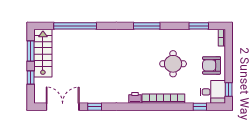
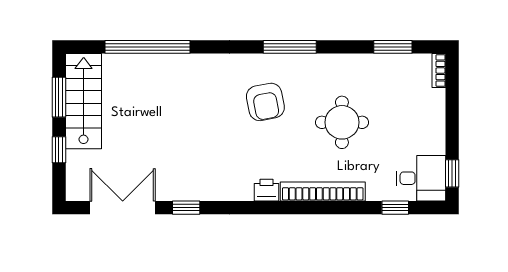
armchair: (212, 65) -> (265, 102), moved, turned -101

